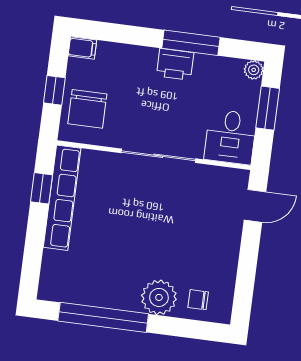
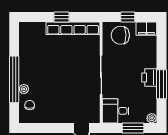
filing cabinet: (82, 48) -> (146, 29), width x2.00
window: (42, 188) -> (61, 17), moved
plant: (159, 297) -> (24, 89), width x0.53, depth x0.53
window: (103, 317) -> (14, 79), moved

